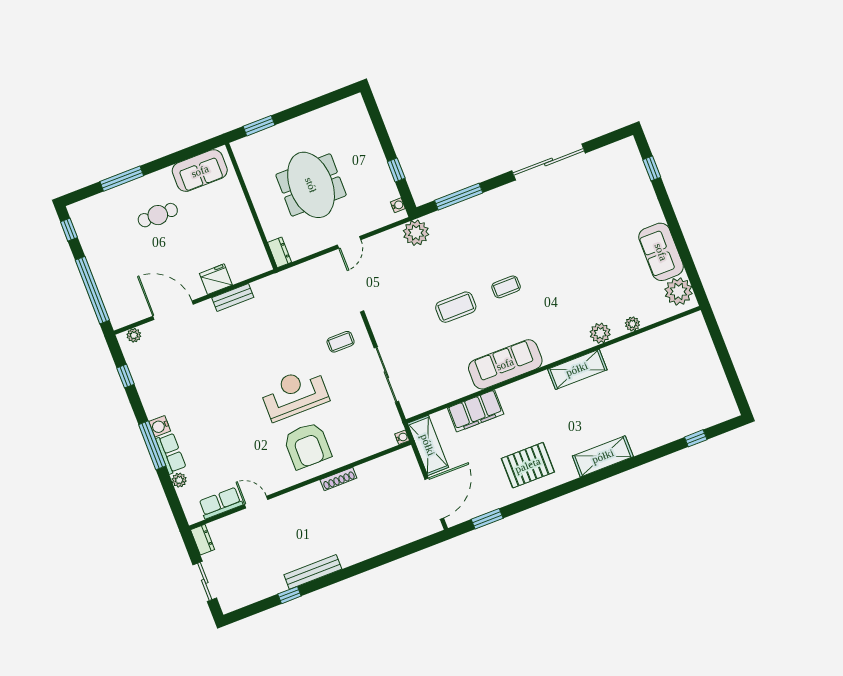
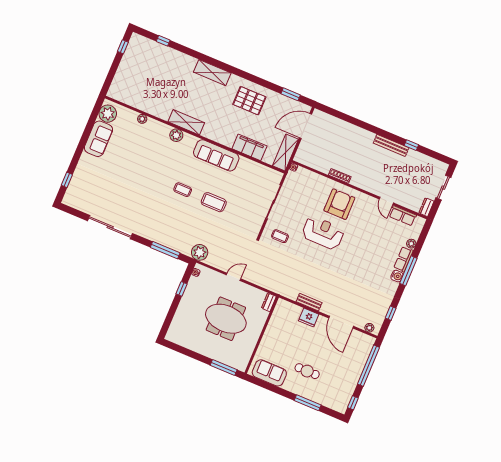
window: (259, 126) -> (224, 367), width x1.44
meeting table: (311, 185) -> (226, 319), turned 90
plant: (600, 333) -> (176, 135), moved
window: (736, 386) -> (123, 47), added
reception desk: (294, 394) -> (323, 233), turned 180

